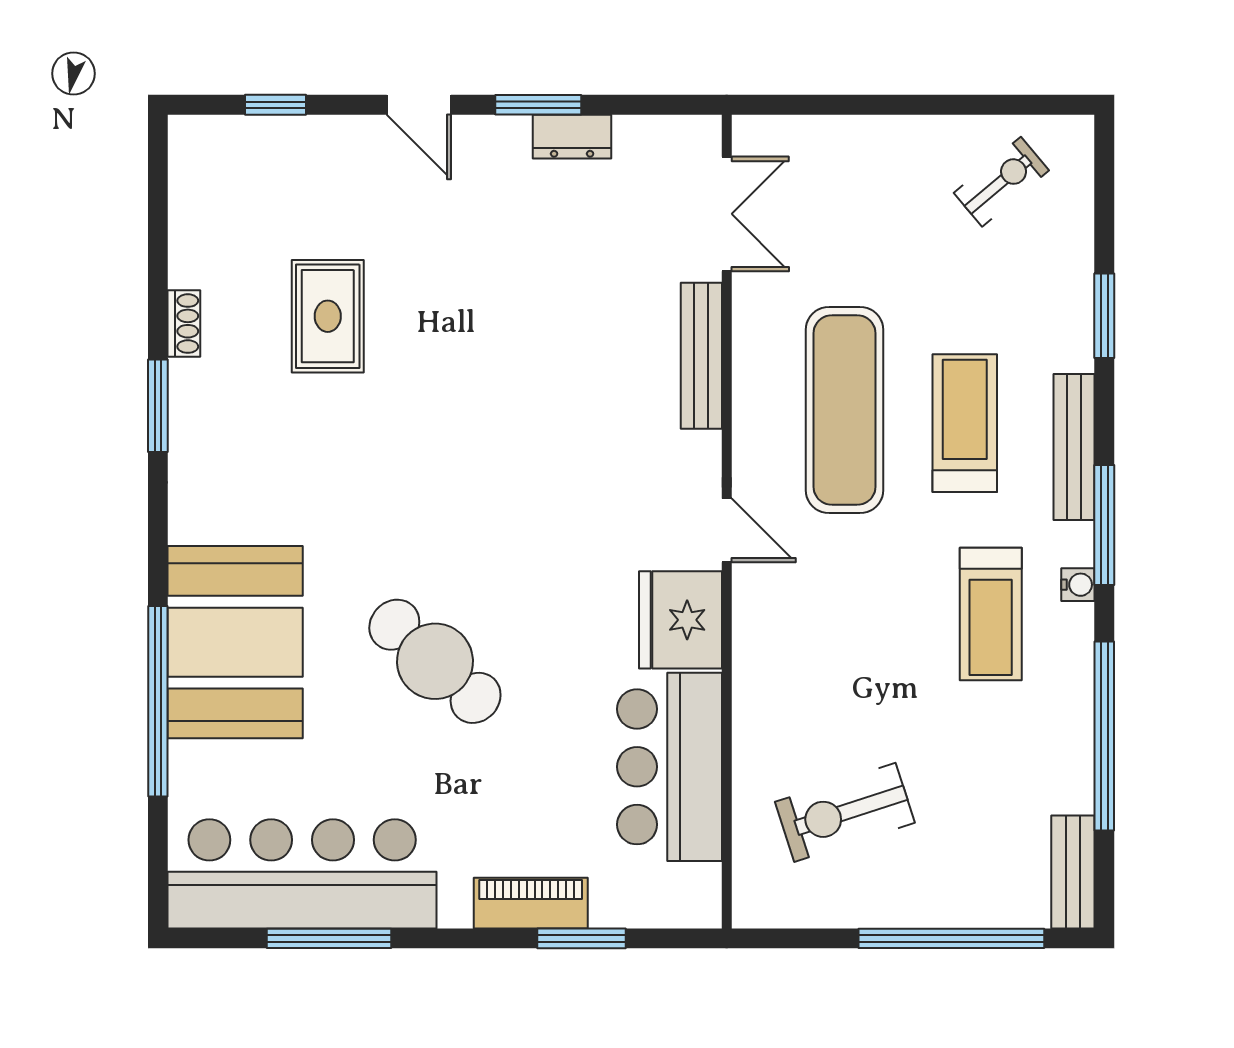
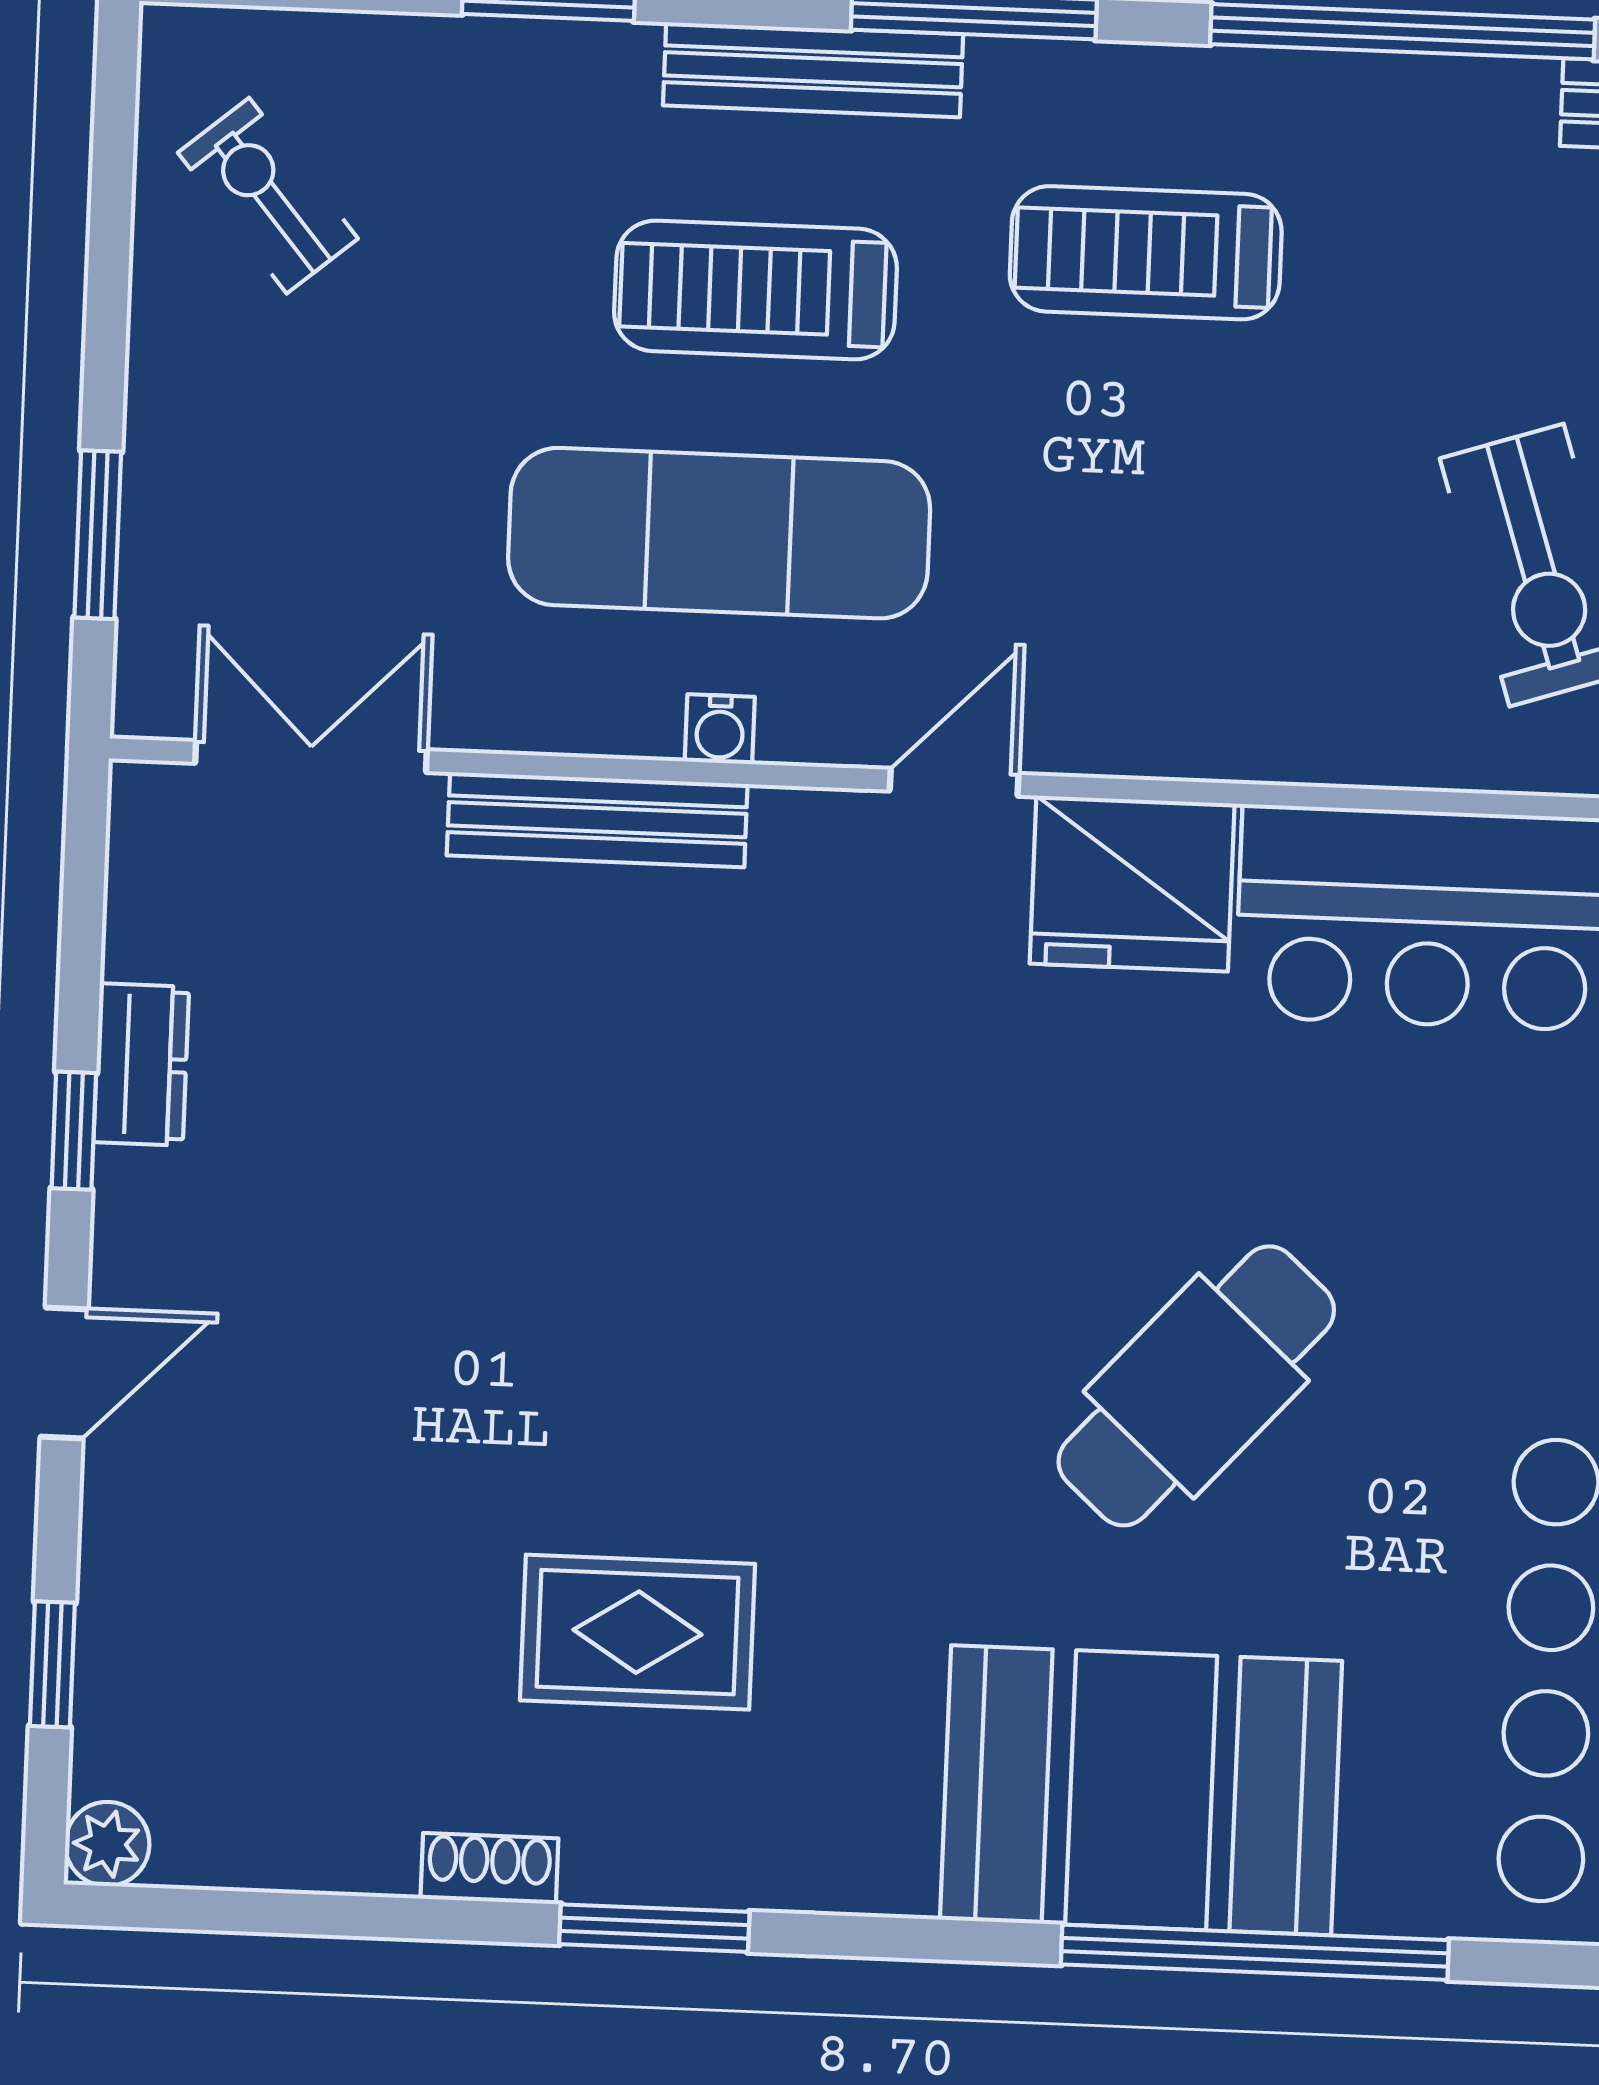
window: (538, 105) -> (74, 1131), width x0.67
window: (831, 105) -> (98, 535), added
plant: (188, 135) -> (107, 1844), added
rug: (328, 316) -> (638, 1632), moved
water cooler: (1078, 585) -> (720, 729), moved, turned 180
treadmill: (991, 614) -> (1146, 253), turned 180

